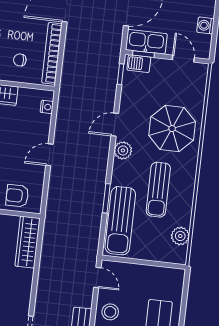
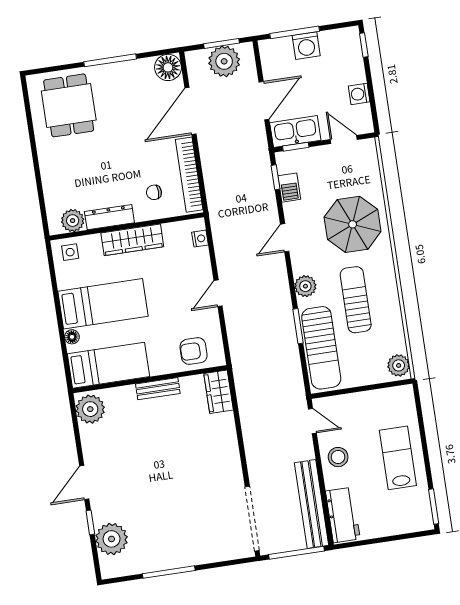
barbecue: (139, 64) -> (289, 188), moved, turned -90
plant: (123, 150) -> (305, 286), moved
sun lounger: (158, 190) -> (356, 300), turned 180
plant: (180, 236) -> (399, 365), moved
wardrobe: (28, 242) -> (219, 392), width x0.67

